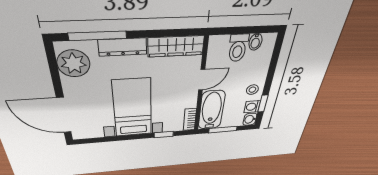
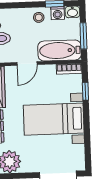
door: (202, 80) -> (27, 64), swing flipped

